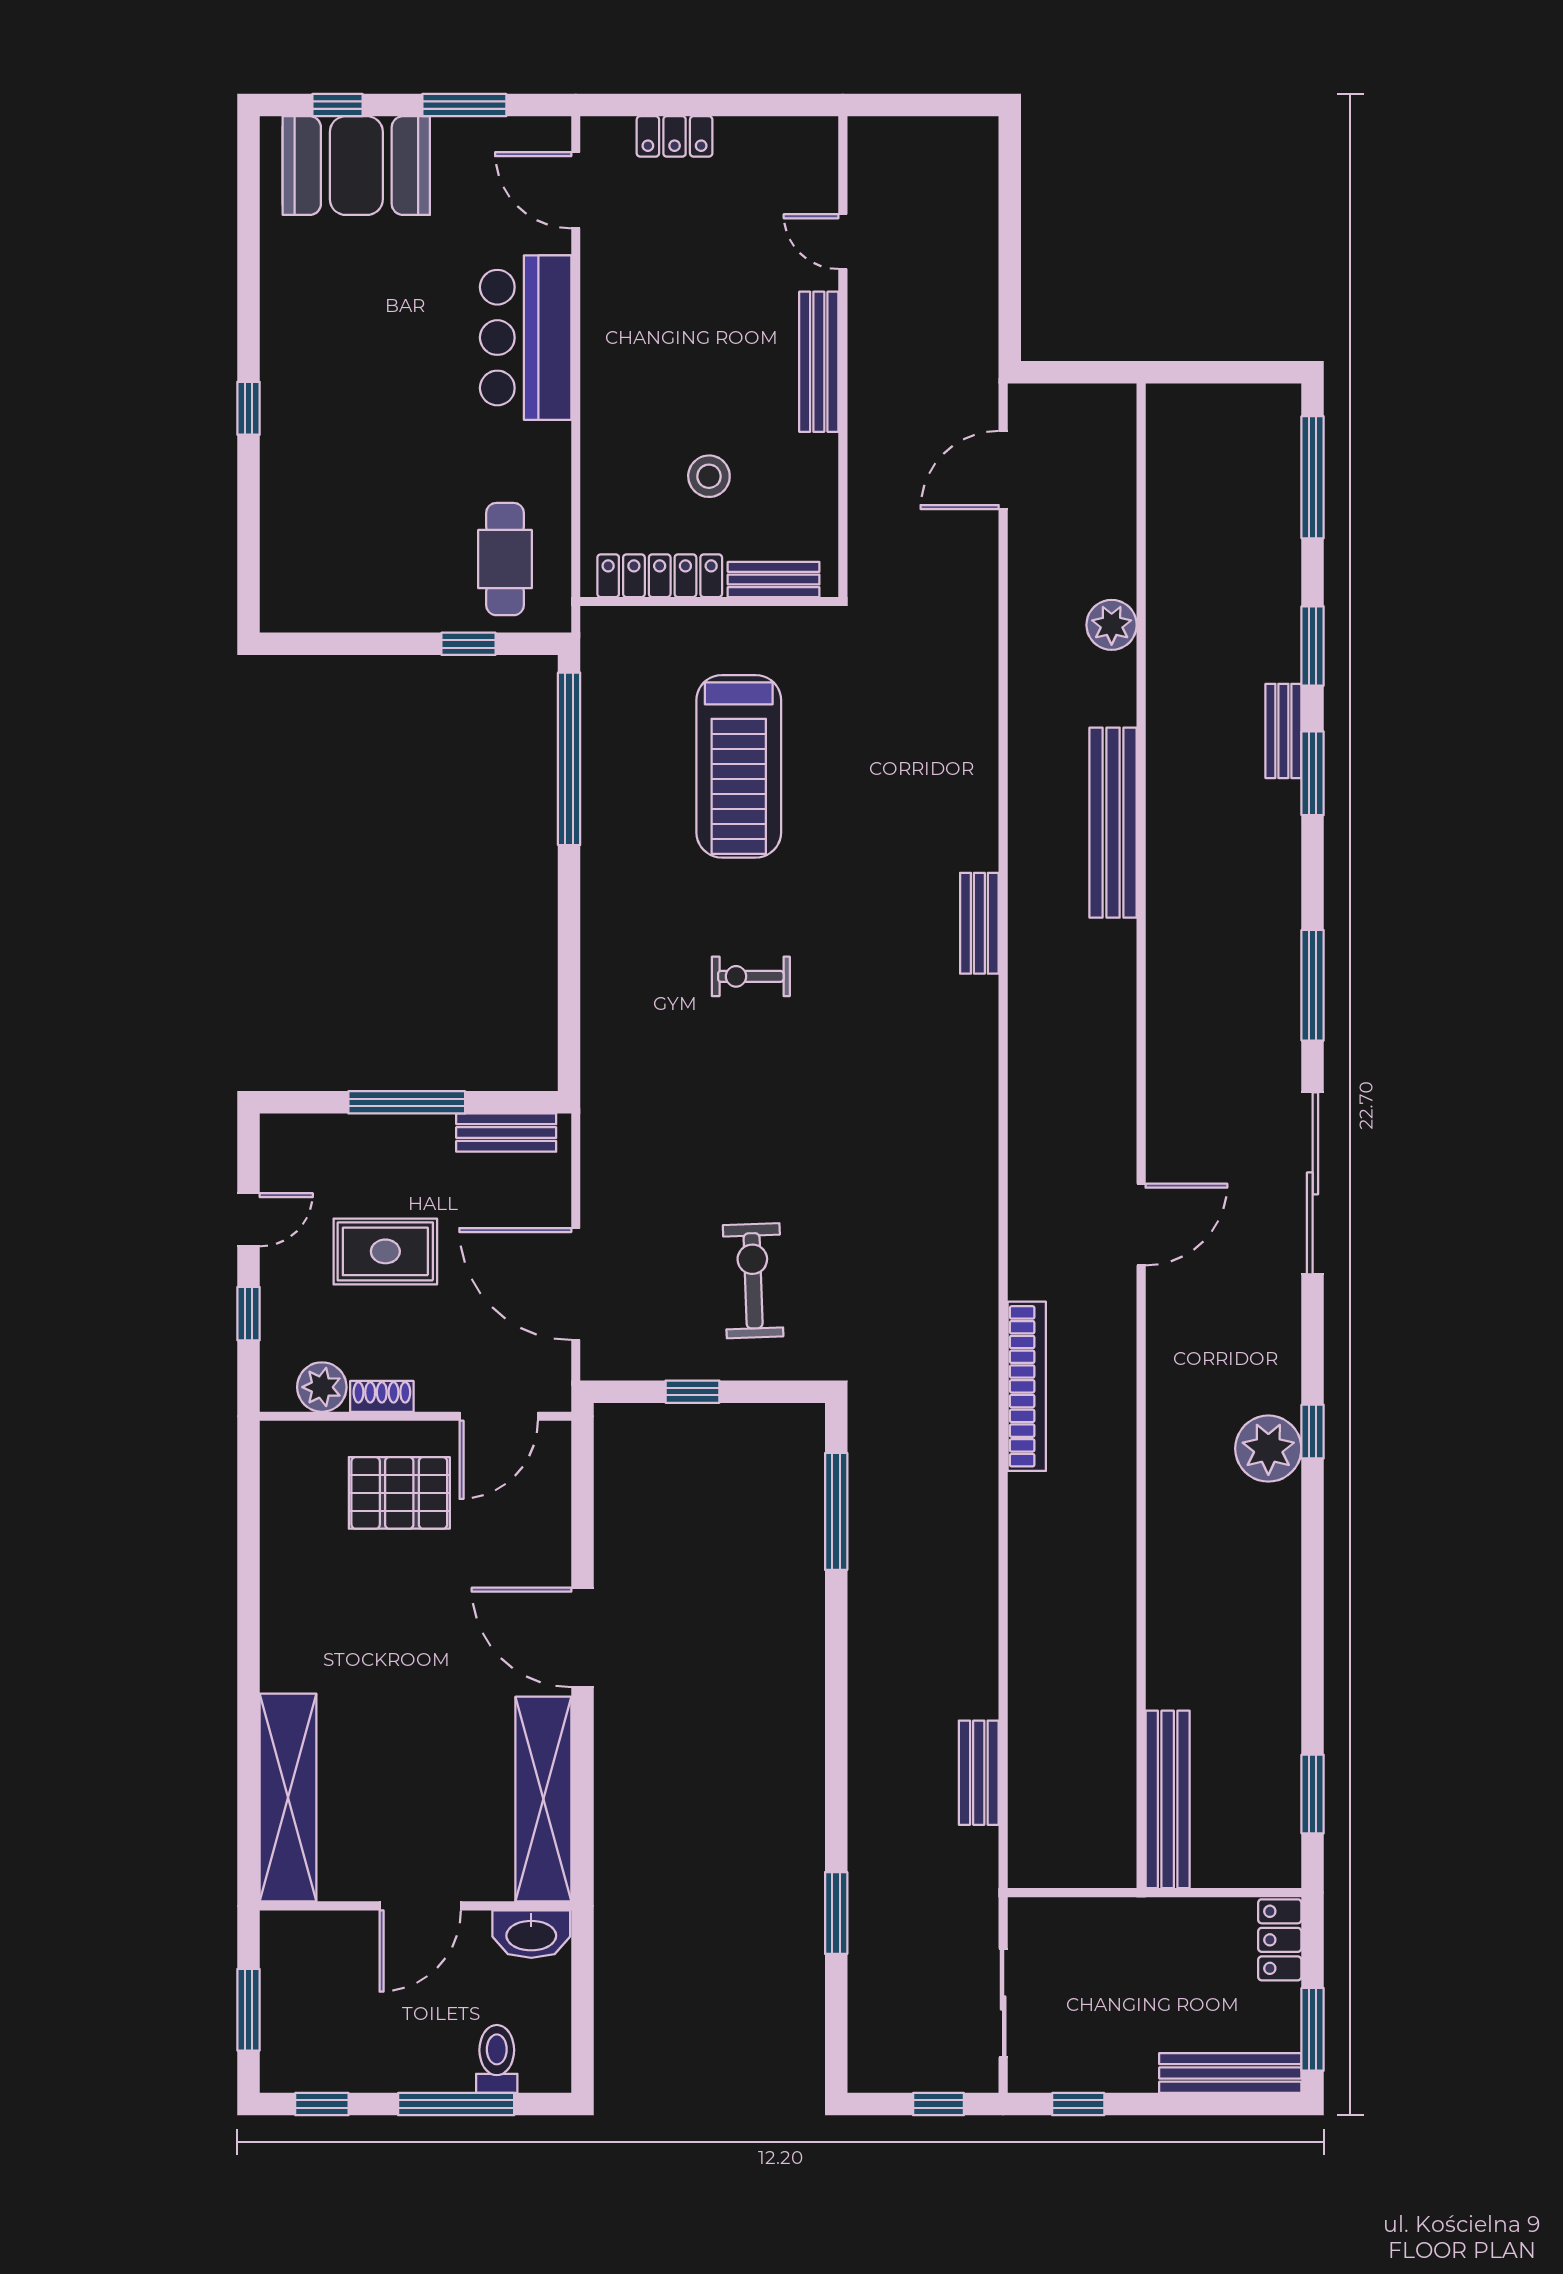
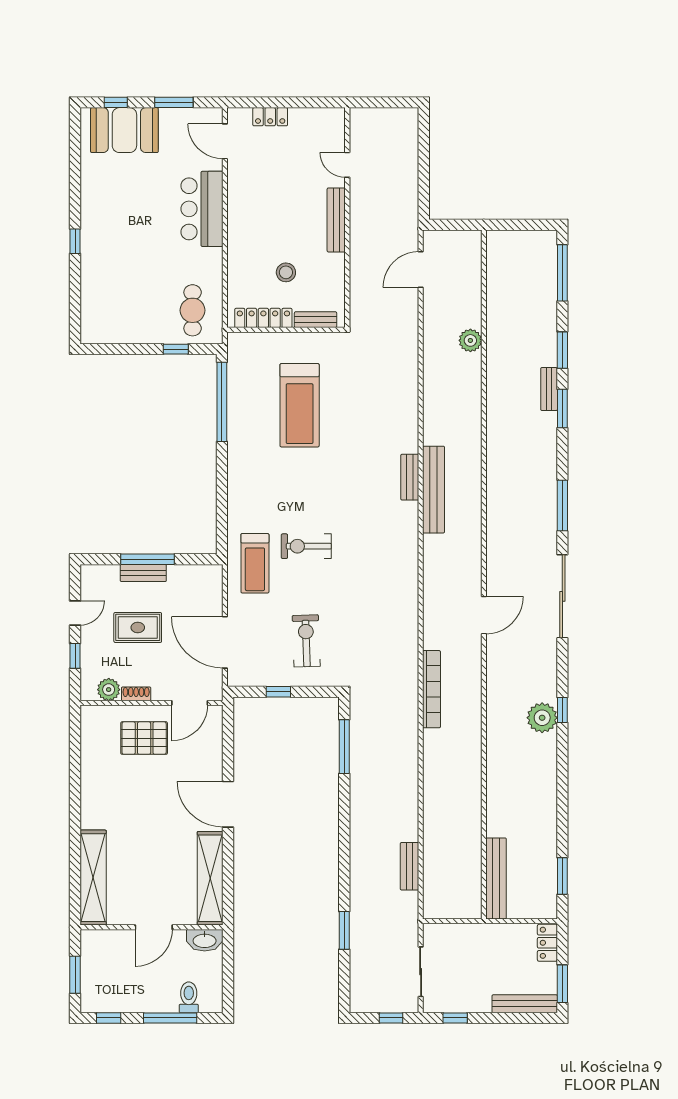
bench: (1113, 823) -> (434, 490), moved
exercise bike: (751, 976) -> (306, 546), moved, width x1.38, depth x1.39
treadmill: (641, 1111) -> (255, 563), added
bench: (506, 1133) -> (143, 573), moved

